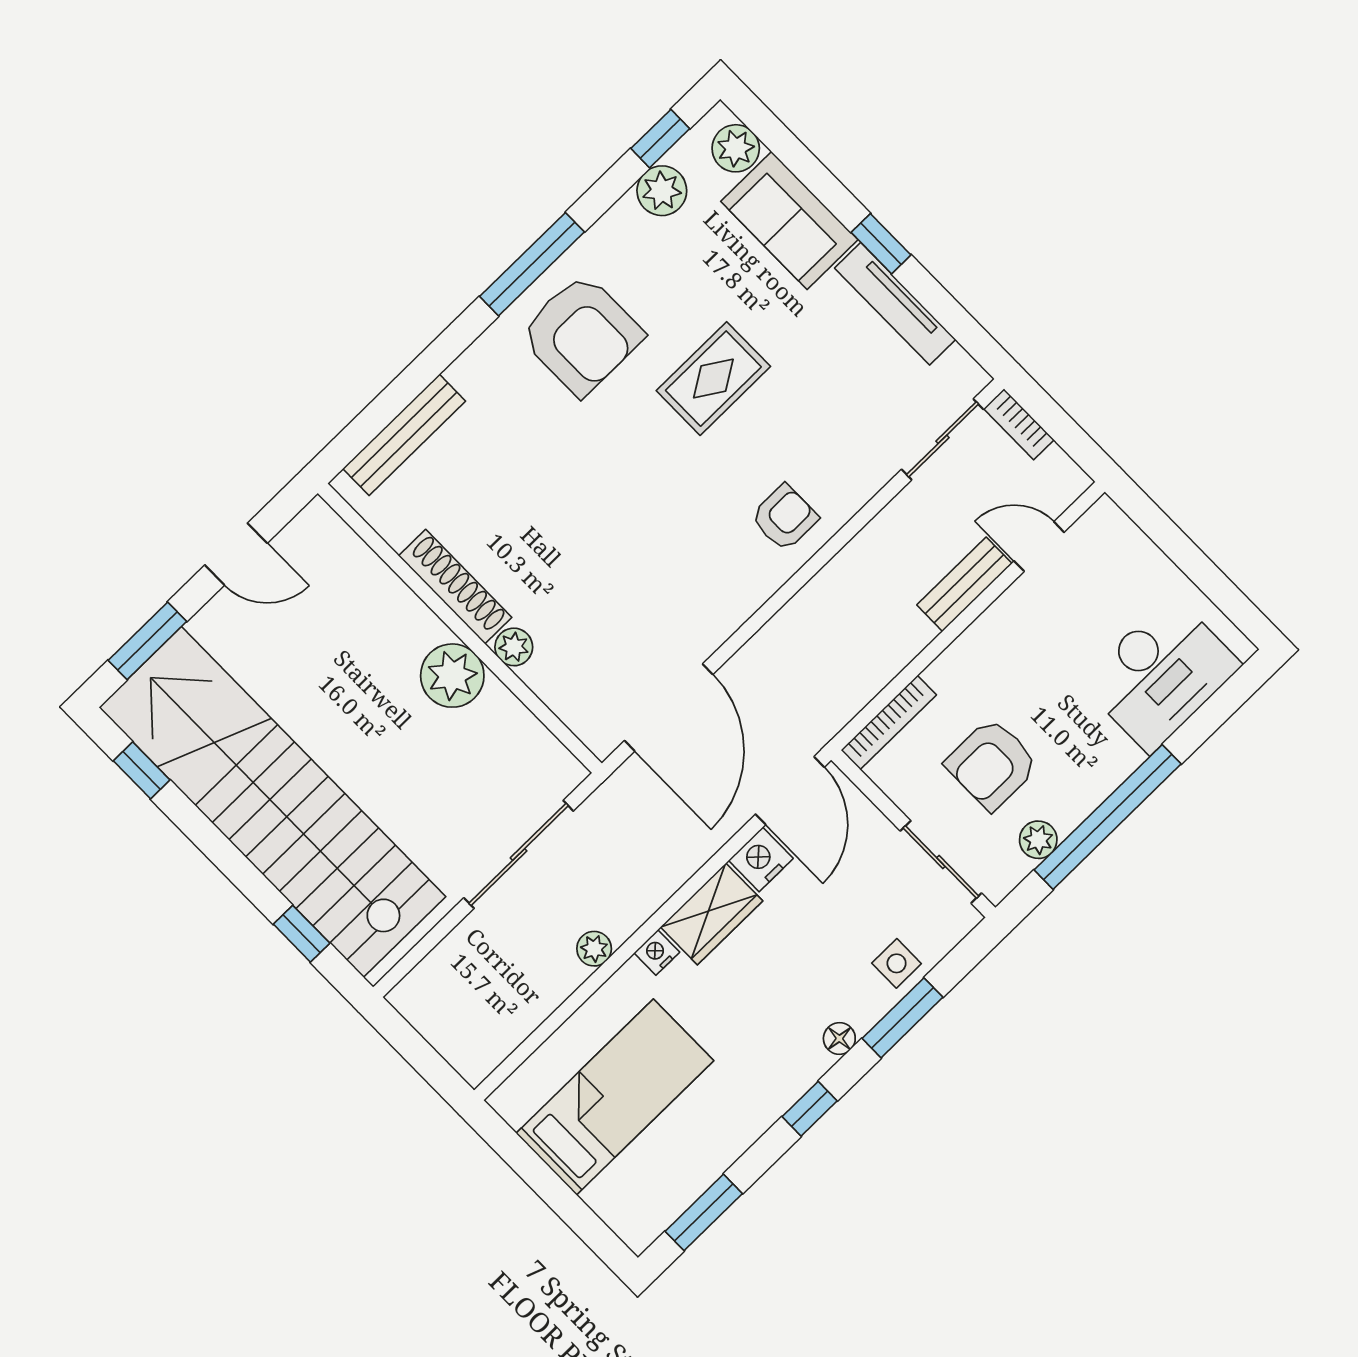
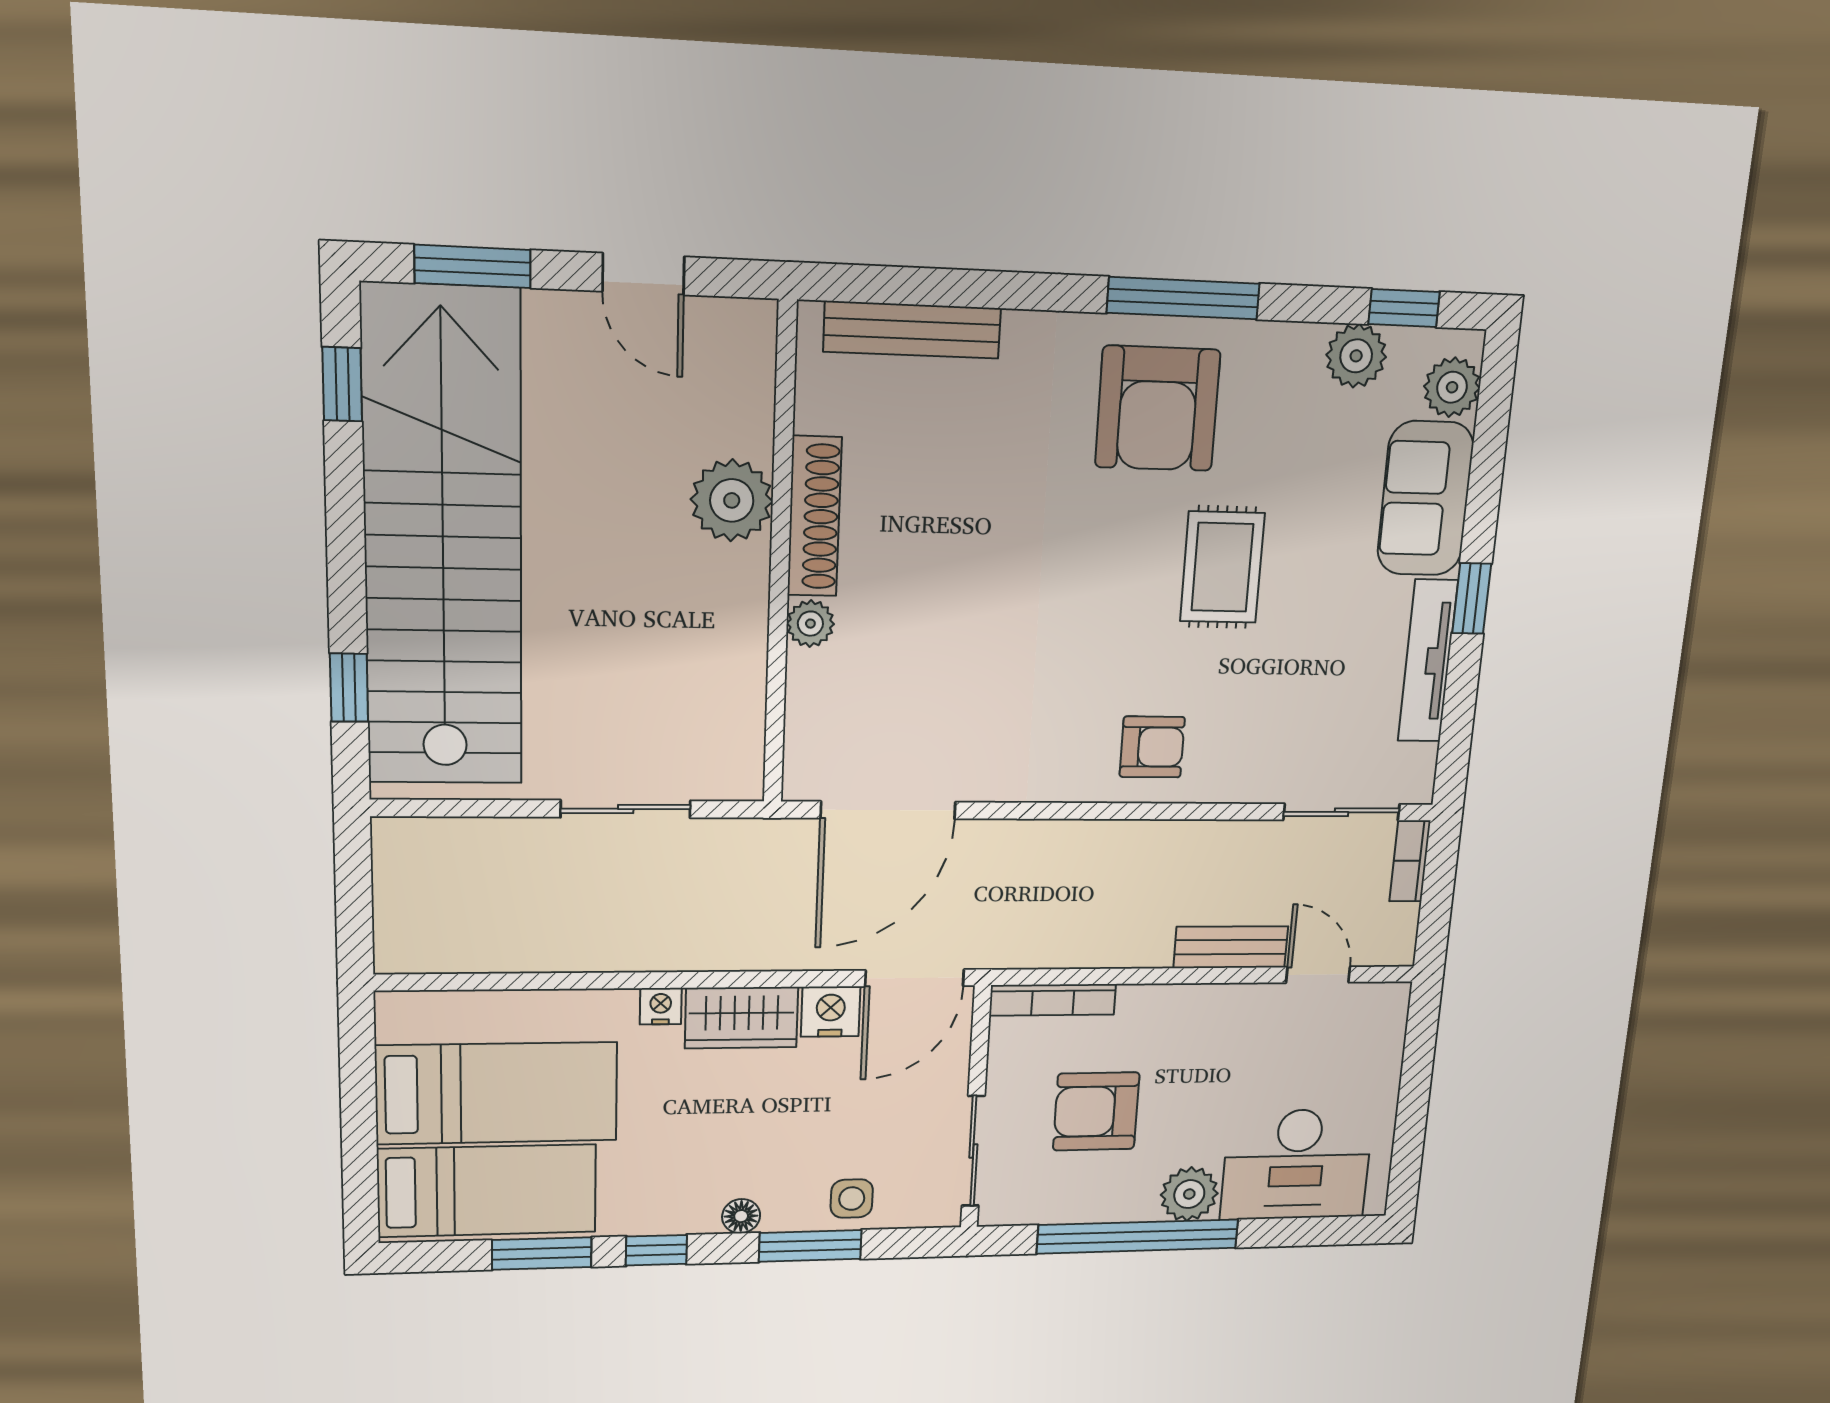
rug: (713, 379) -> (1222, 567), turned 90
plant: (452, 676) -> (732, 500), moved
plant: (1038, 840) -> (1189, 1194), moved, width x1.38, depth x1.38
sliding door: (519, 854) -> (626, 809), width x0.73
plant: (594, 949) -> (609, 953), removed
bed: (669, 1164) -> (487, 1191), added
window: (704, 1212) -> (542, 1254), moved

